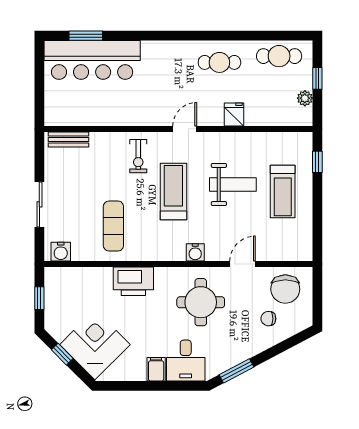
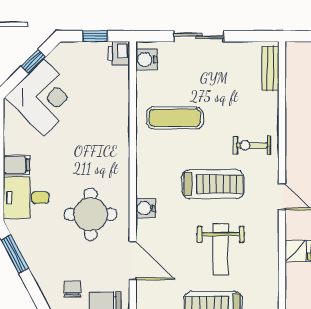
door: (243, 264) -> (133, 261), width x1.38
printer: (133, 281) -> (119, 53), moved, width x0.53, depth x0.68

